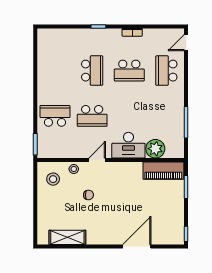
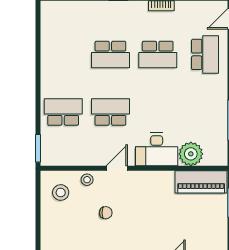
school desk: (92, 71) -> (110, 54), turned 90
school desk: (166, 71) -> (205, 54), turned 180
school desk: (92, 116) -> (110, 112), turned 180

